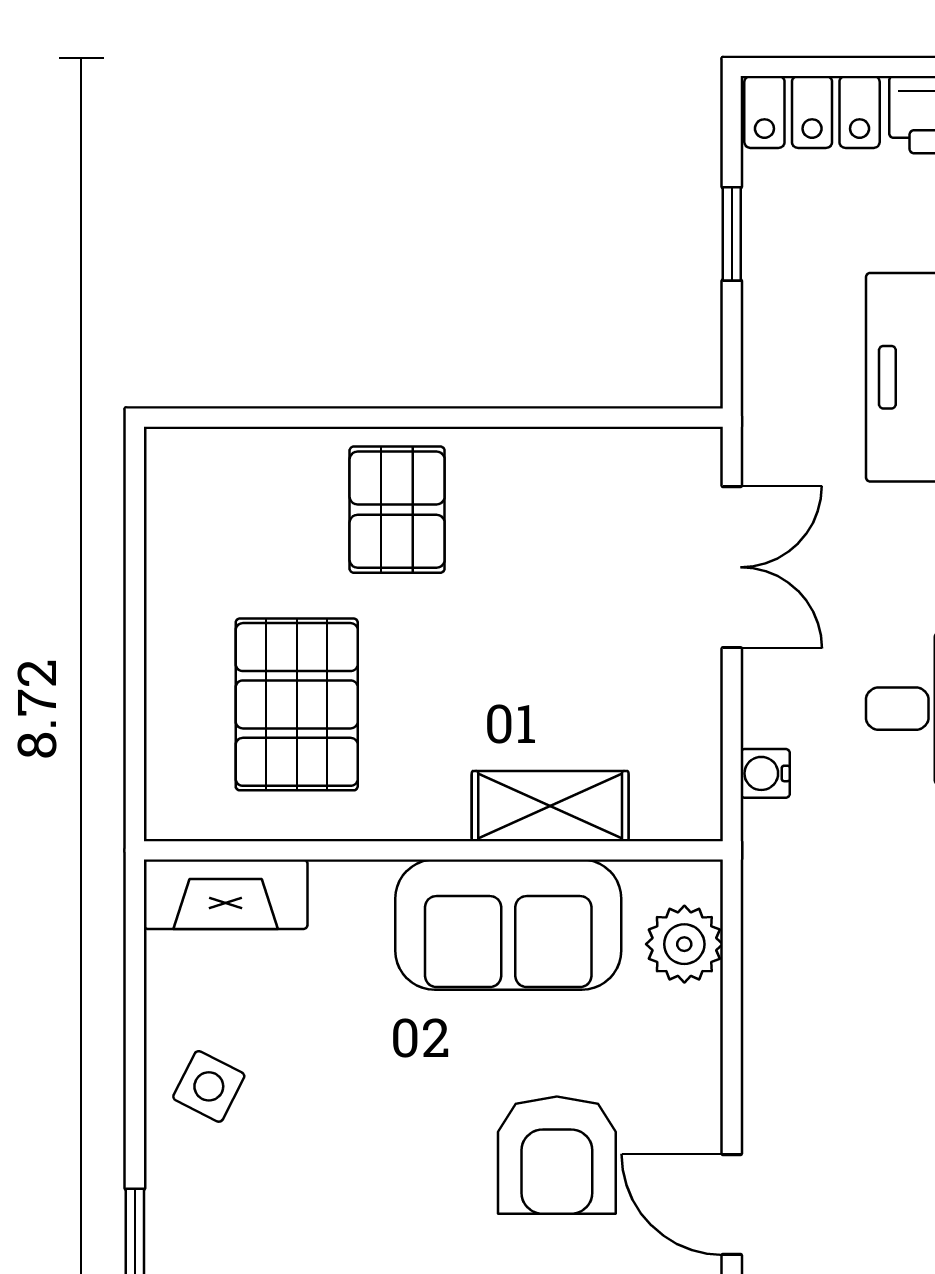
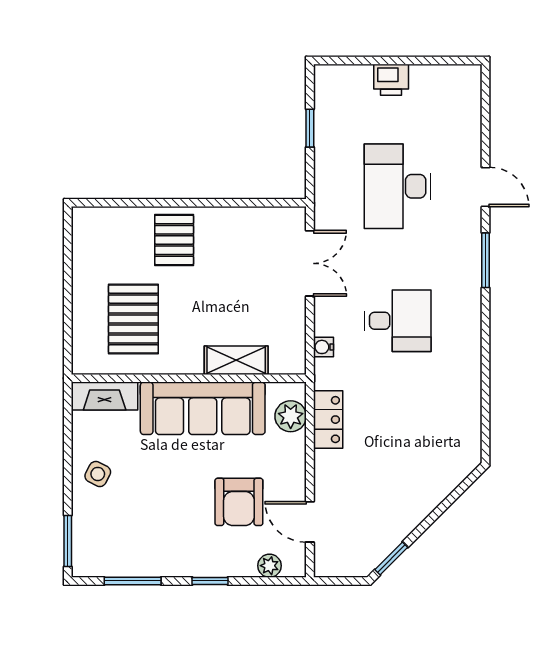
locker: (812, 112) -> (328, 420), moved, turned -90
sofa: (508, 925) -> (203, 408), width x1.36

